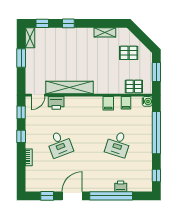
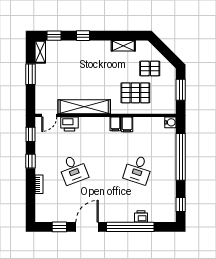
pallet: (134, 86) -> (135, 93), moved, width x1.50, depth x1.42
filing cabinet: (126, 103) -> (115, 124), moved

